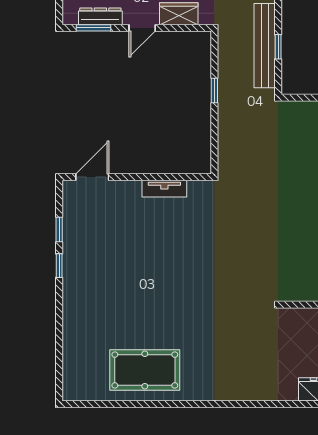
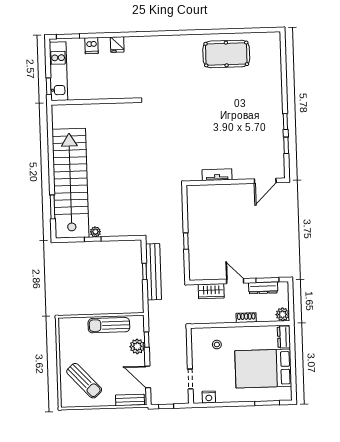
door: (142, 28) -> (235, 281), hinge flipped

